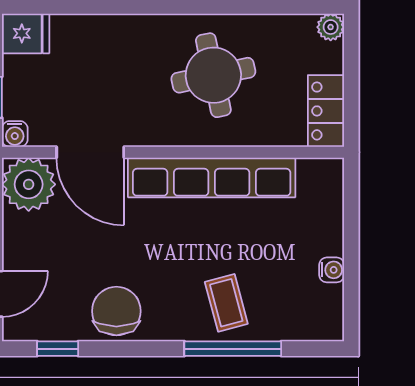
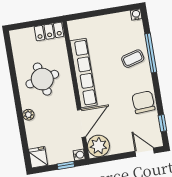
plant: (331, 27) -> (28, 115), moved
water cooler: (332, 270) -> (136, 15), moved
chair: (116, 311) -> (143, 102), turned 87

